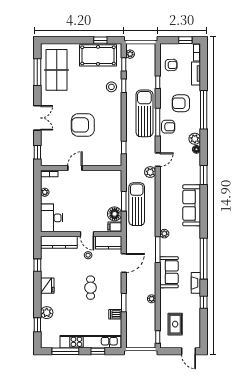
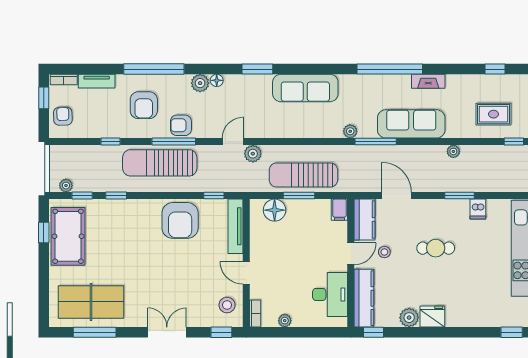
armchair: (171, 65) -> (63, 116), moved
stool: (111, 87) -> (227, 305), moved
armchair: (83, 125) -> (180, 220), moved
armchair: (168, 127) -> (181, 125), turned -90
door: (158, 160) -> (233, 142), hinge flipped
tv unit: (104, 161) -> (235, 226), added
floor lamp: (115, 214) -> (275, 210), moved
desk: (52, 218) -> (330, 294), moved, turned -90
window: (37, 265) -> (374, 332), moved
sofa: (169, 272) -> (411, 124), width x1.36
window: (204, 302) -> (495, 69), moved
plant: (47, 313) -> (409, 318), moved
window: (37, 325) -> (512, 332), moved

